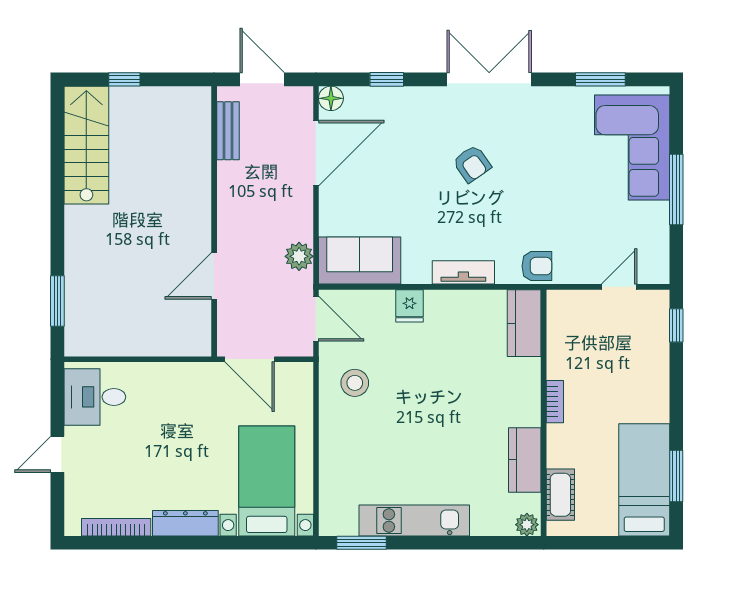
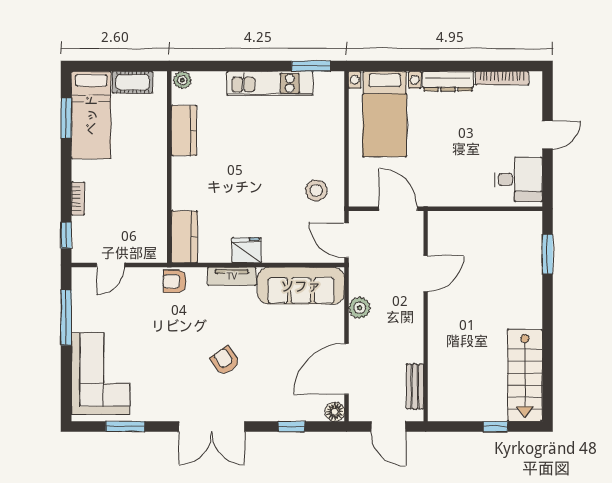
window: (676, 190) -> (66, 318), moved
plant: (299, 256) -> (360, 308), moved
sofa: (360, 261) -> (301, 286), width x1.36
fridge: (409, 306) -> (247, 250), moved, width x1.38
bookcase: (555, 402) -> (78, 199), moved, turned 180
cot: (560, 495) -> (132, 82), moved, turned 90

